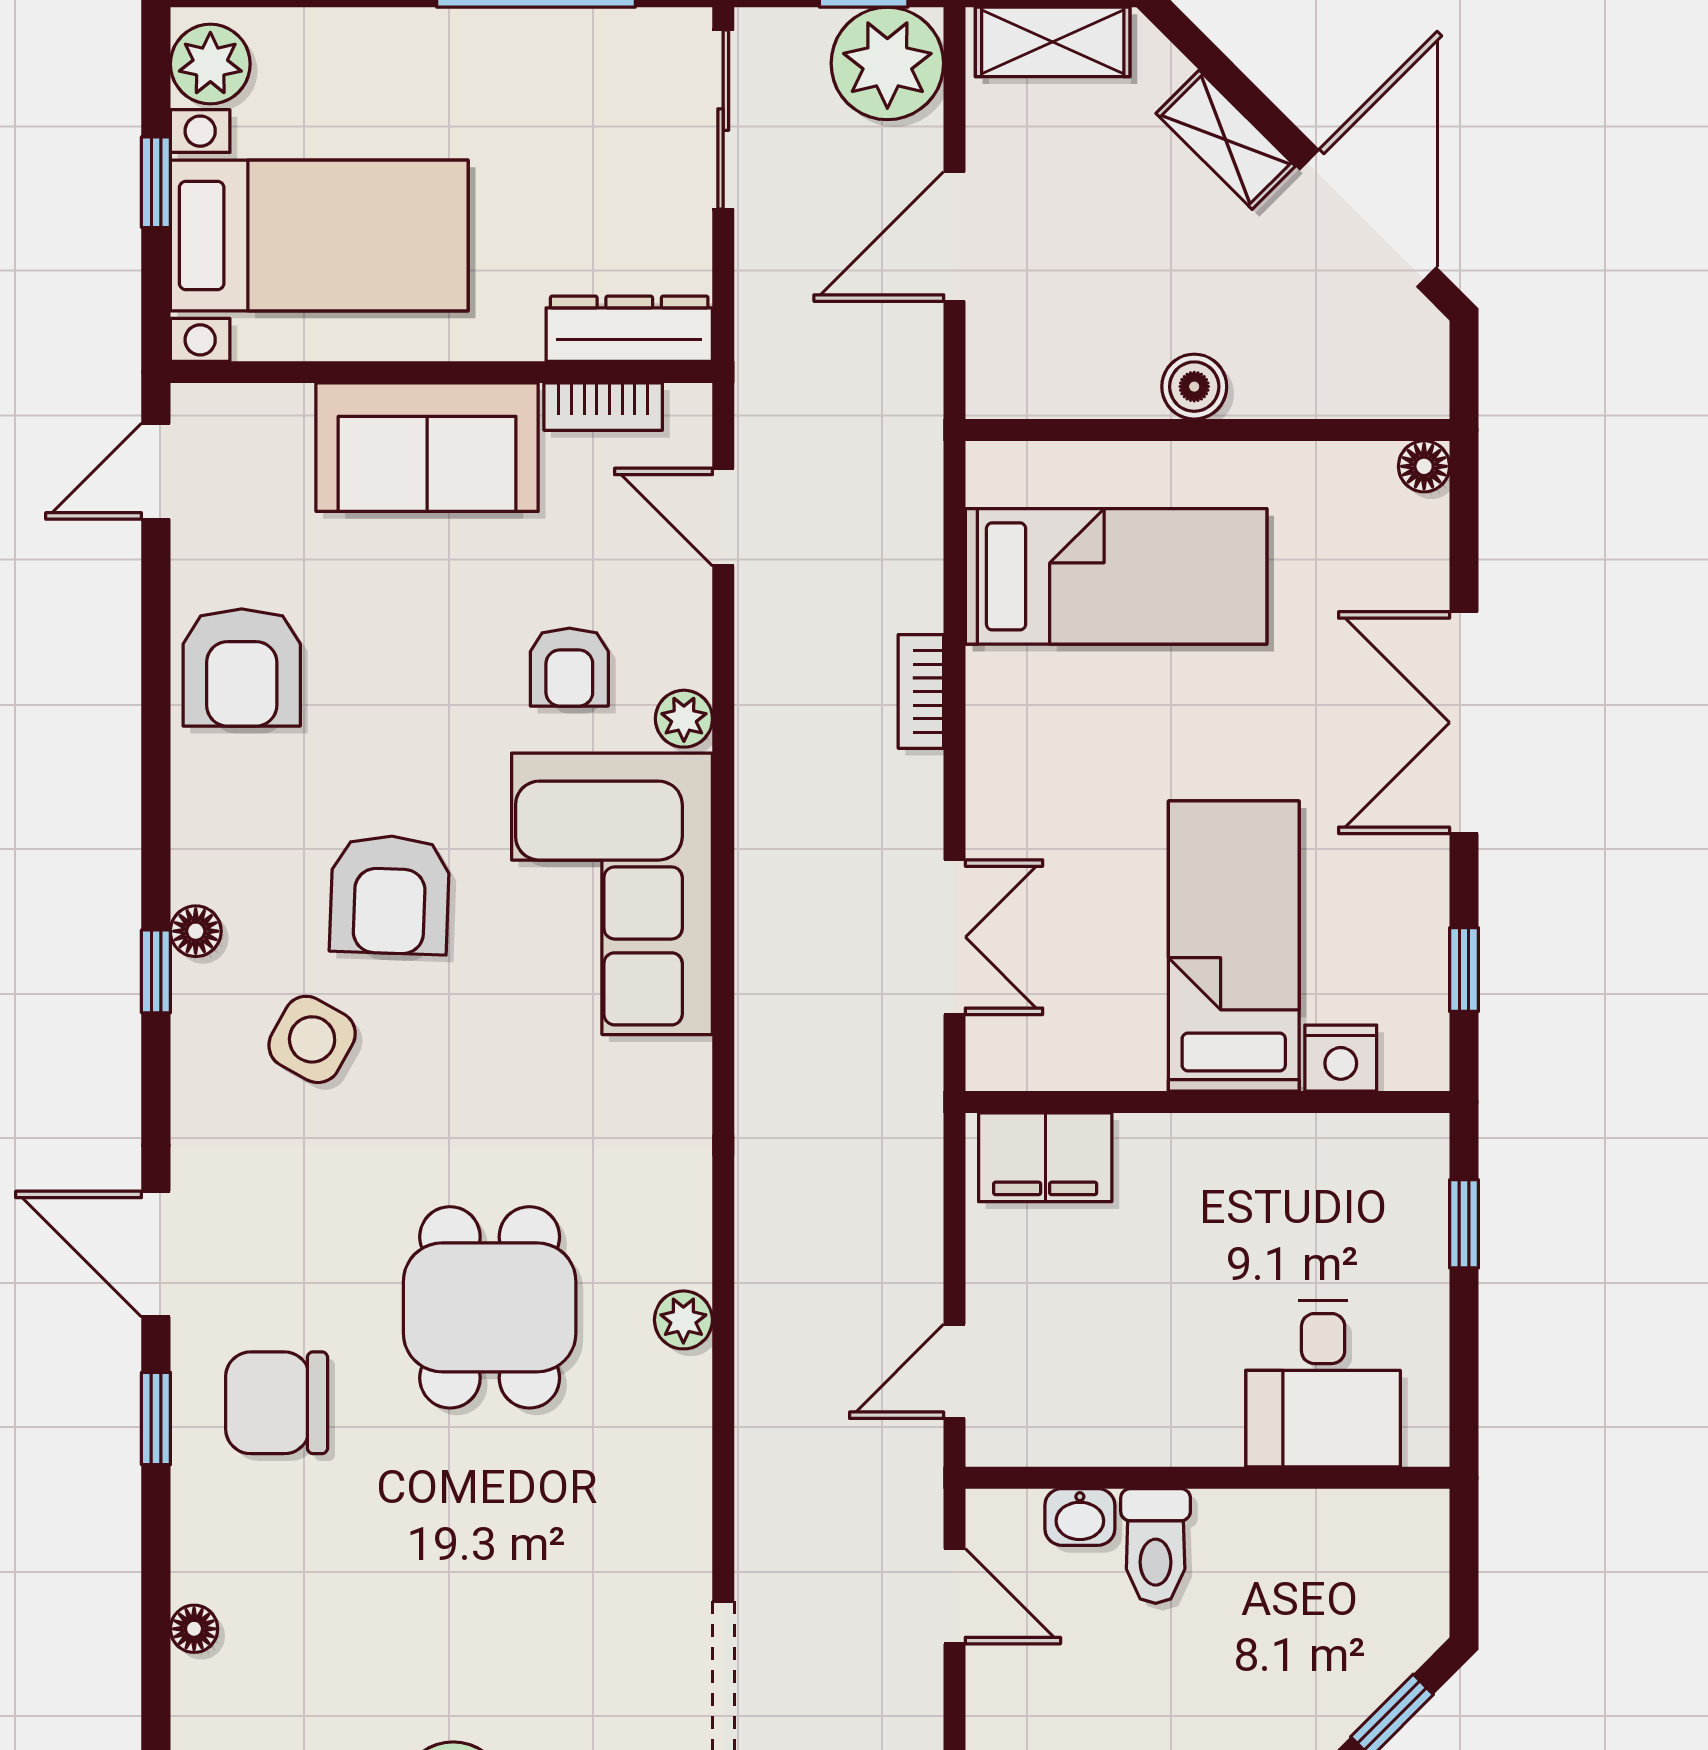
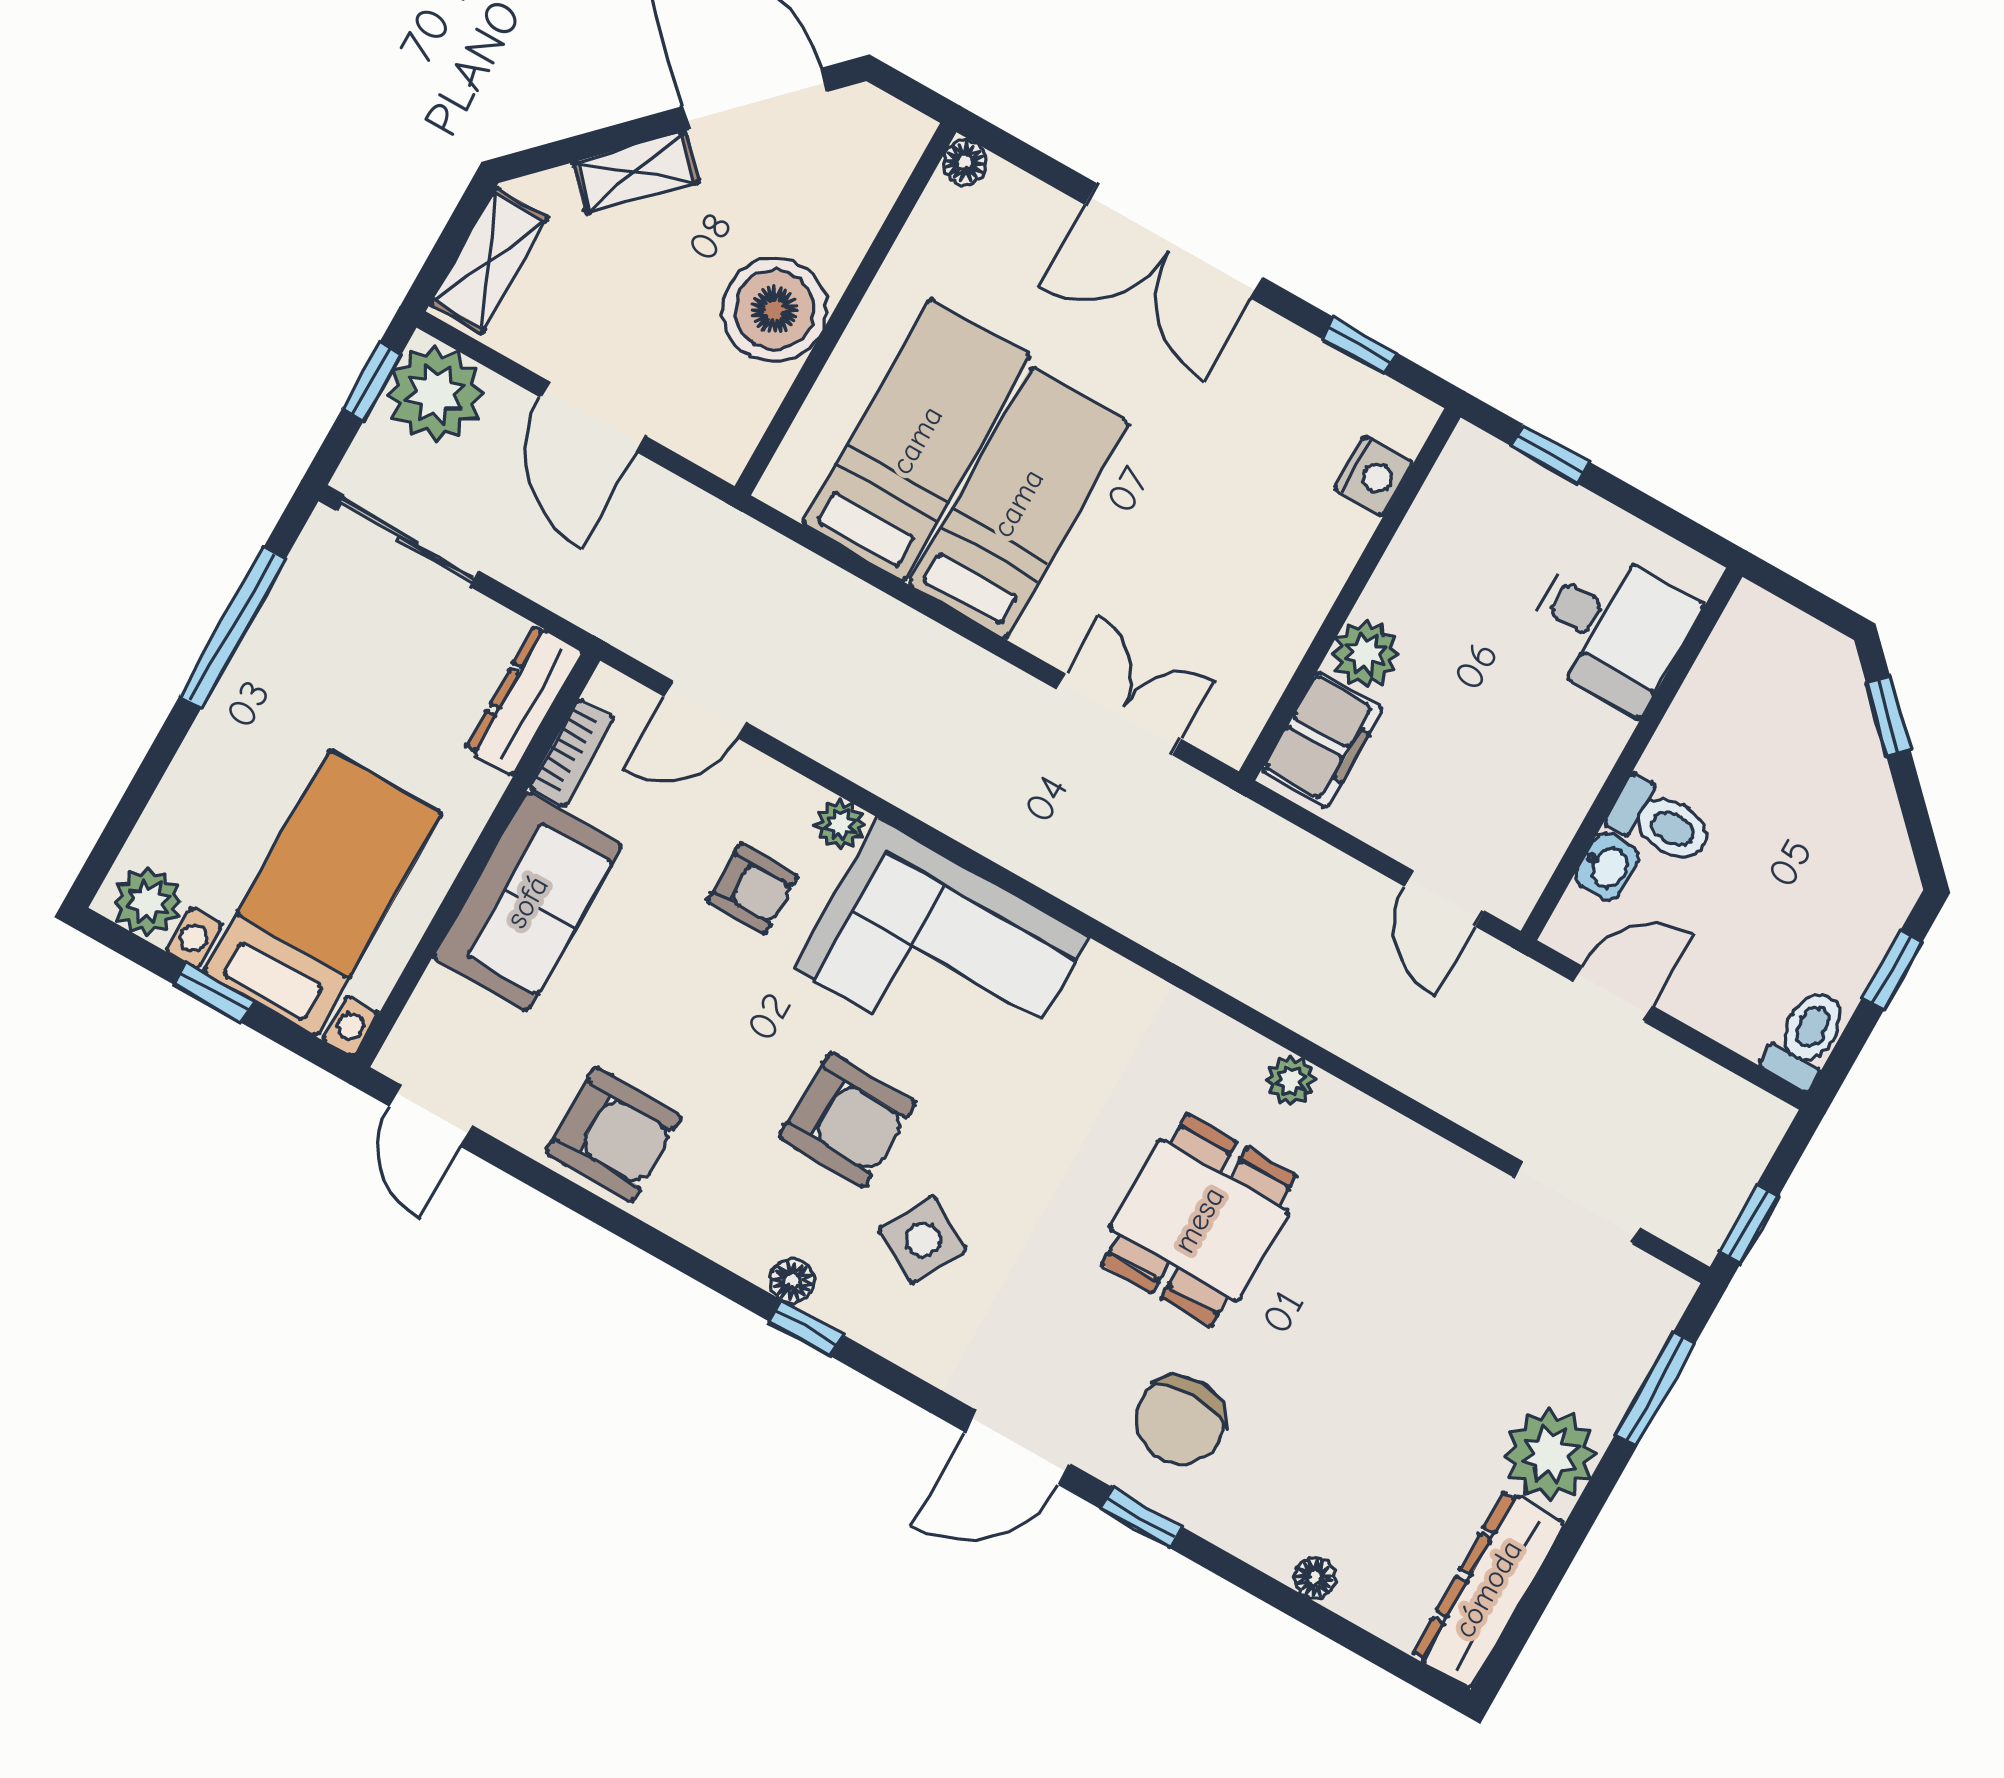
boiler: (1194, 387) -> (775, 310), width x1.86, depth x1.86
bookcase: (921, 691) -> (920, 635), removed
bed: (1234, 946) -> (1018, 503), moved, turned 90
plant: (1157, 1152) -> (1365, 654), added
dining table: (490, 1307) -> (1199, 1220), turned 90

